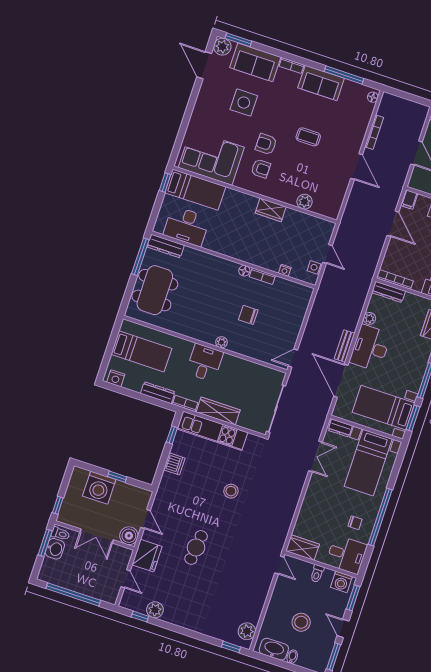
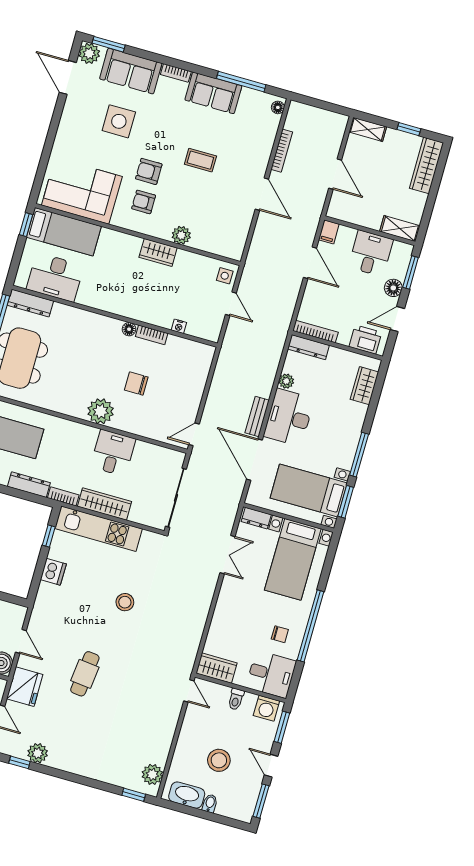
armchair: (261, 169) -> (144, 202), turned 180
plant: (305, 202) -> (181, 235), moved
side table: (314, 267) -> (225, 276), moved
plant: (222, 342) -> (101, 411), width x1.88, depth x1.88
desk: (205, 363) -> (113, 453), moved

